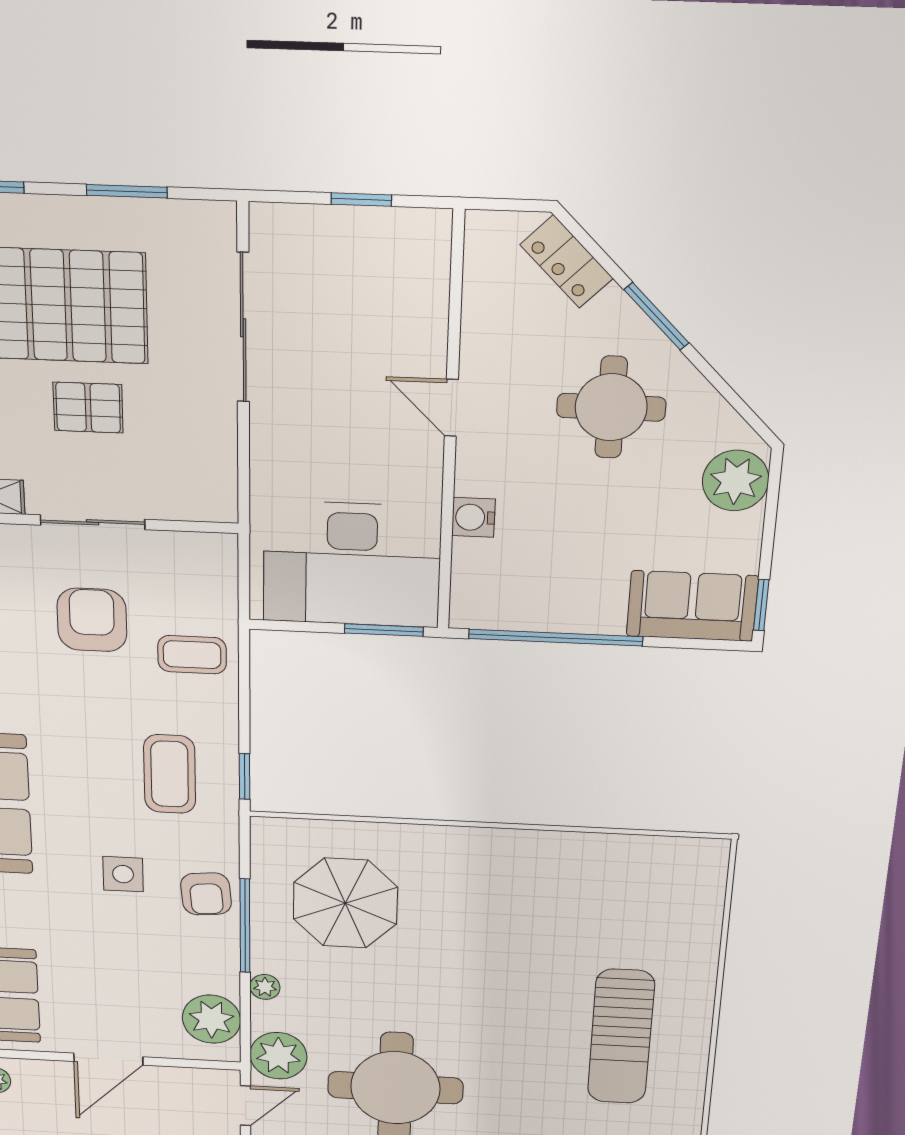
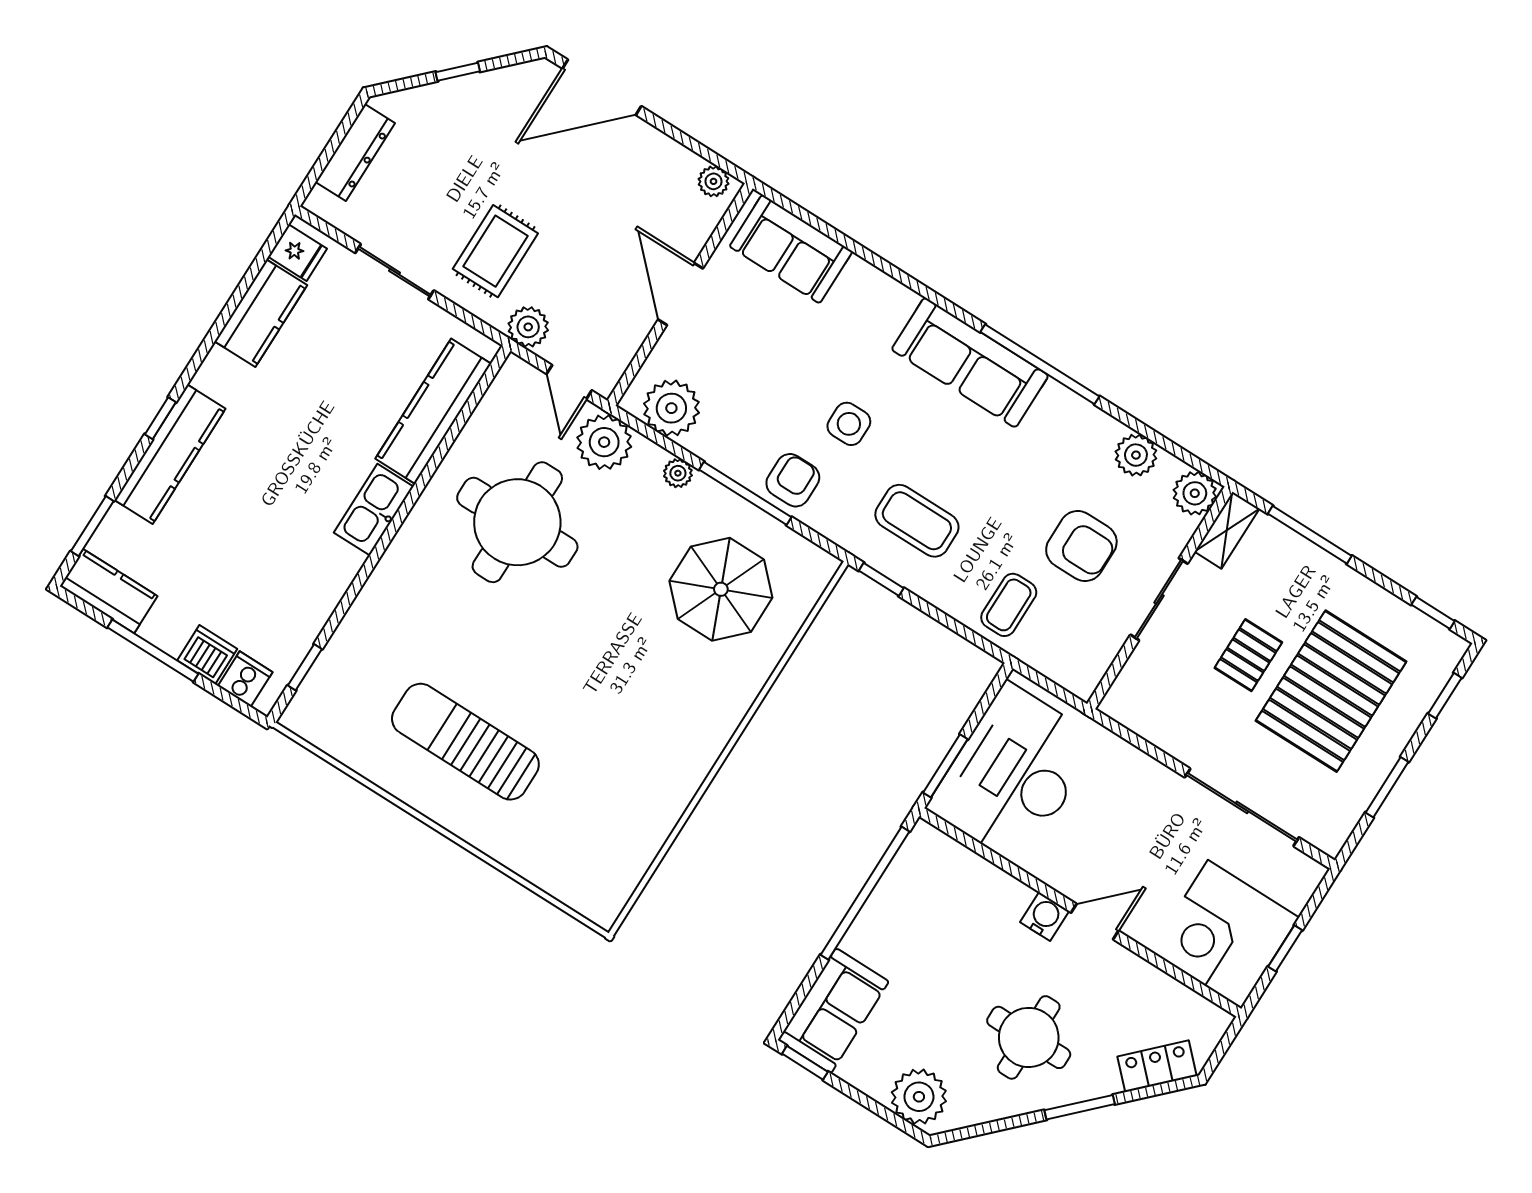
corner desk: (385, 271) -> (1225, 934), added
water cooler: (473, 517) -> (1045, 916), moved
armchair: (206, 894) -> (793, 480), turned 95

